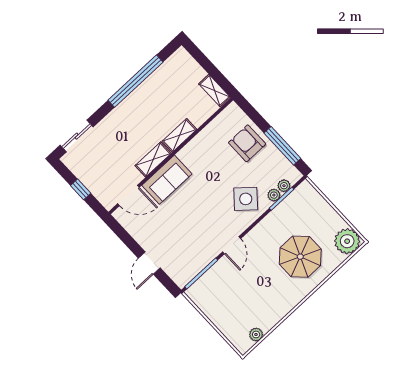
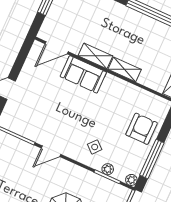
plant: (284, 186) -> (131, 180), moved
door: (128, 196) -> (57, 48), hinge flipped
side table: (246, 199) -> (95, 147), width x0.54, depth x0.54

